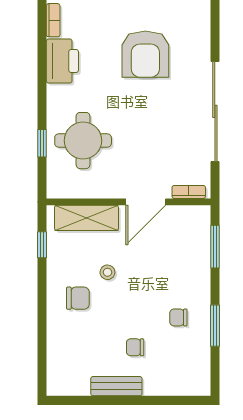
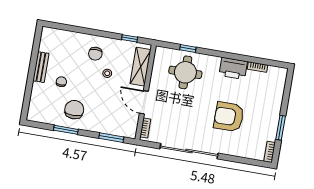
chair: (178, 317) -> (74, 110), width x1.87, depth x1.87

